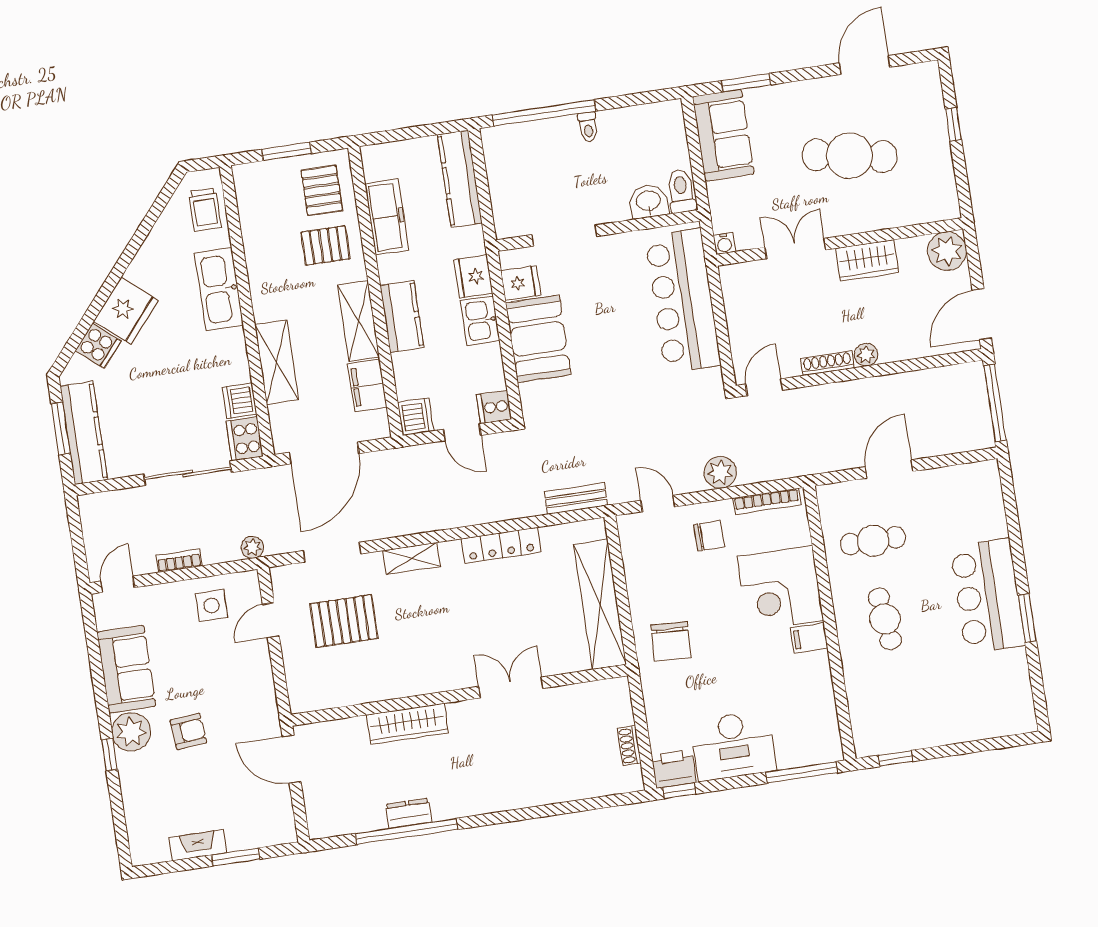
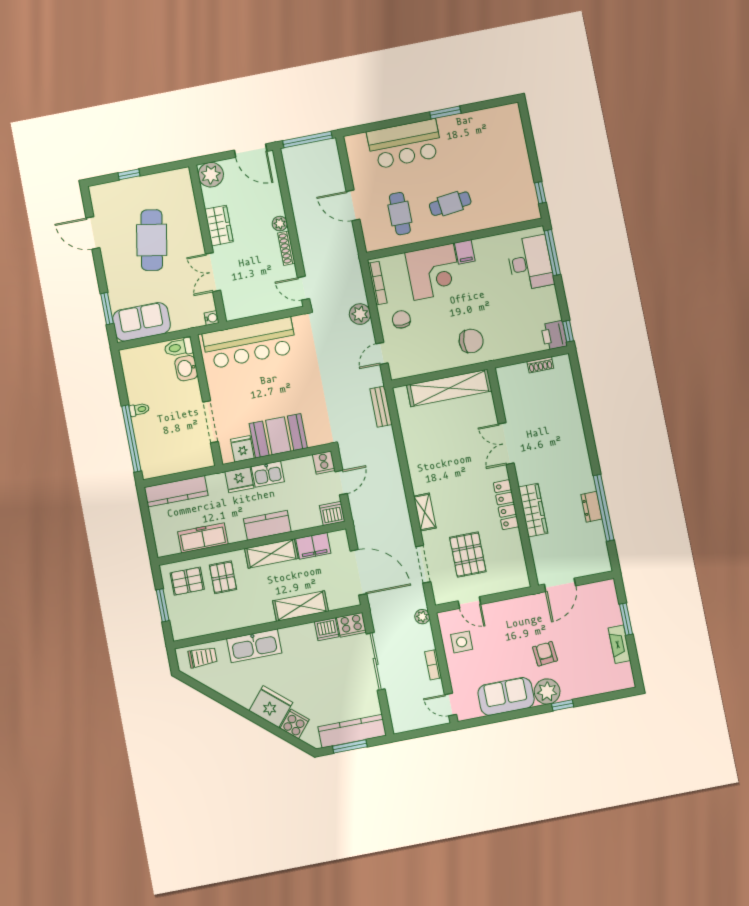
locker: (501, 545) -> (506, 505), moved, turned 180
bar counter: (988, 596) -> (405, 144), moved
desk: (733, 746) -> (530, 263), moved

